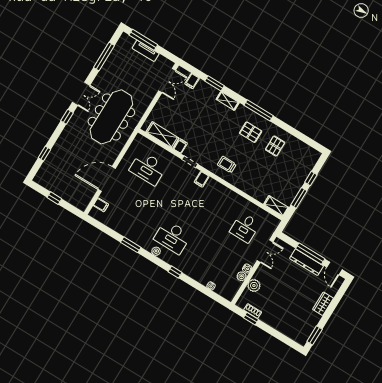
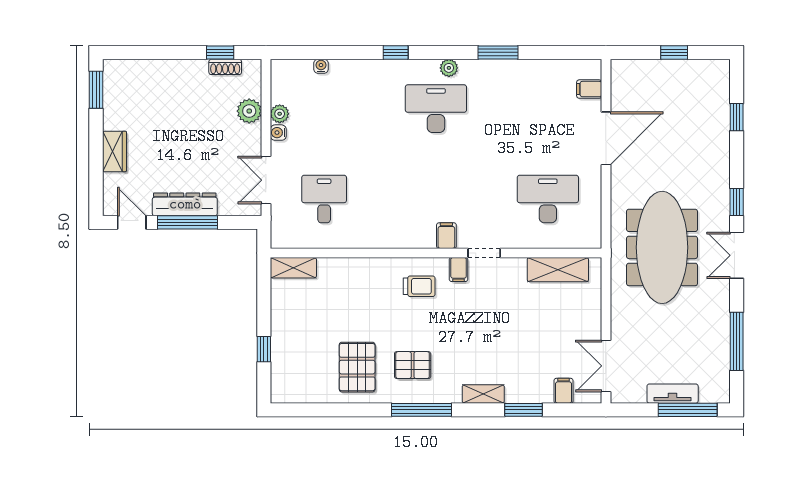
filing cabinet: (180, 146) -> (459, 270), moved
pallet: (275, 146) -> (357, 367), width x1.50, depth x1.42
window: (299, 198) -> (264, 304), removed

